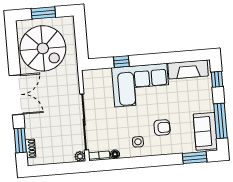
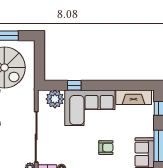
plant: (101, 79) -> (55, 99), added
side table: (138, 142) -> (83, 159), removed

